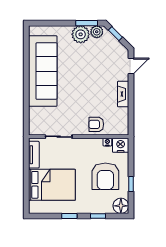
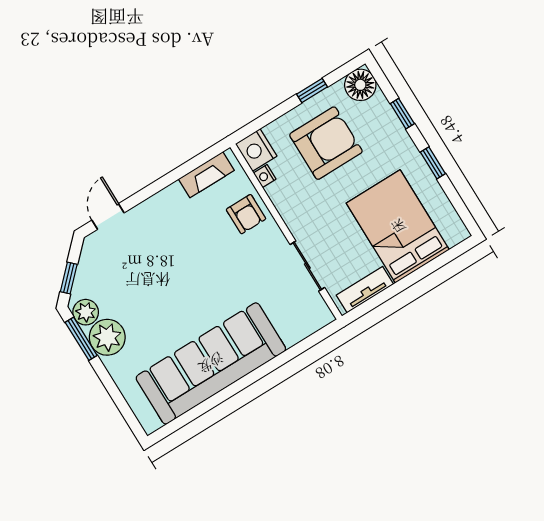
door: (131, 66) -> (108, 216), hinge flipped
fireplace: (123, 94) -> (206, 175), moved

